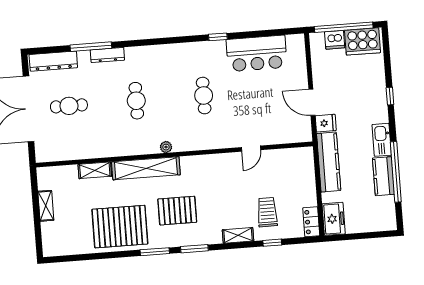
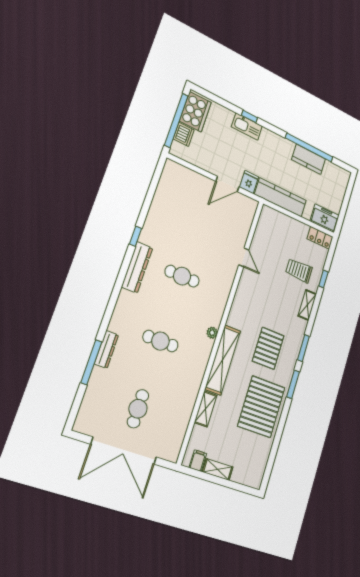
bar counter: (257, 53) -> (166, 209), removed
dresser: (53, 61) -> (137, 267), moved
kitchen sink: (382, 140) -> (247, 126), moved
filing cabinet: (46, 183) -> (198, 461), added

